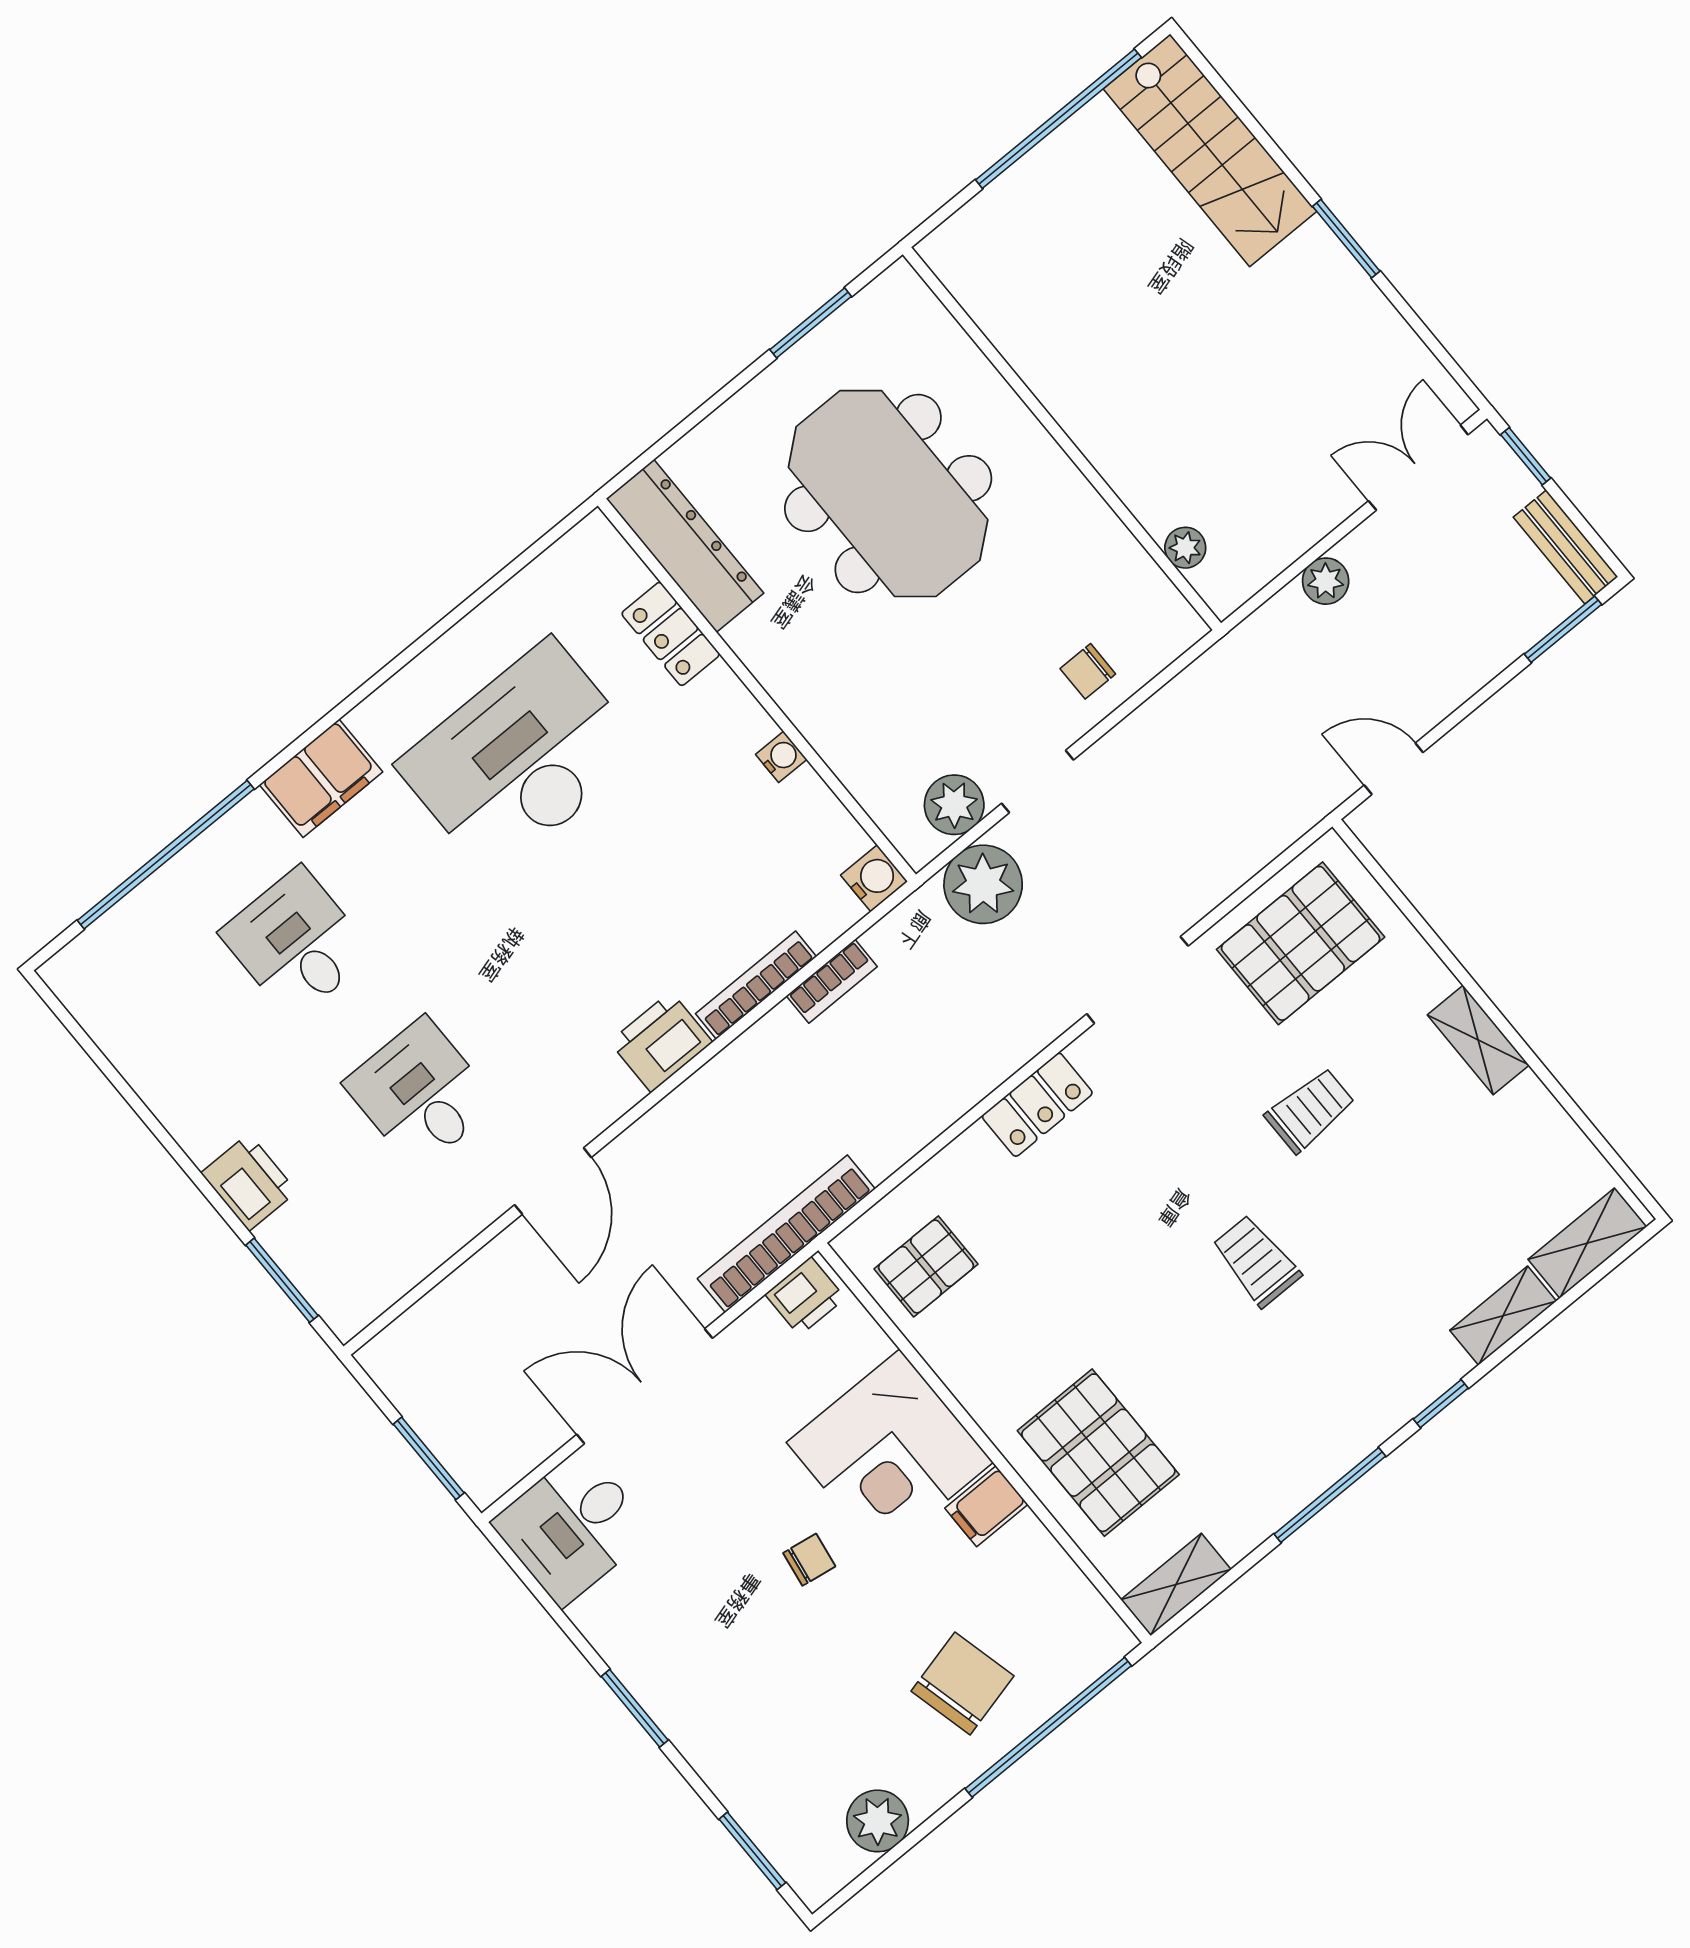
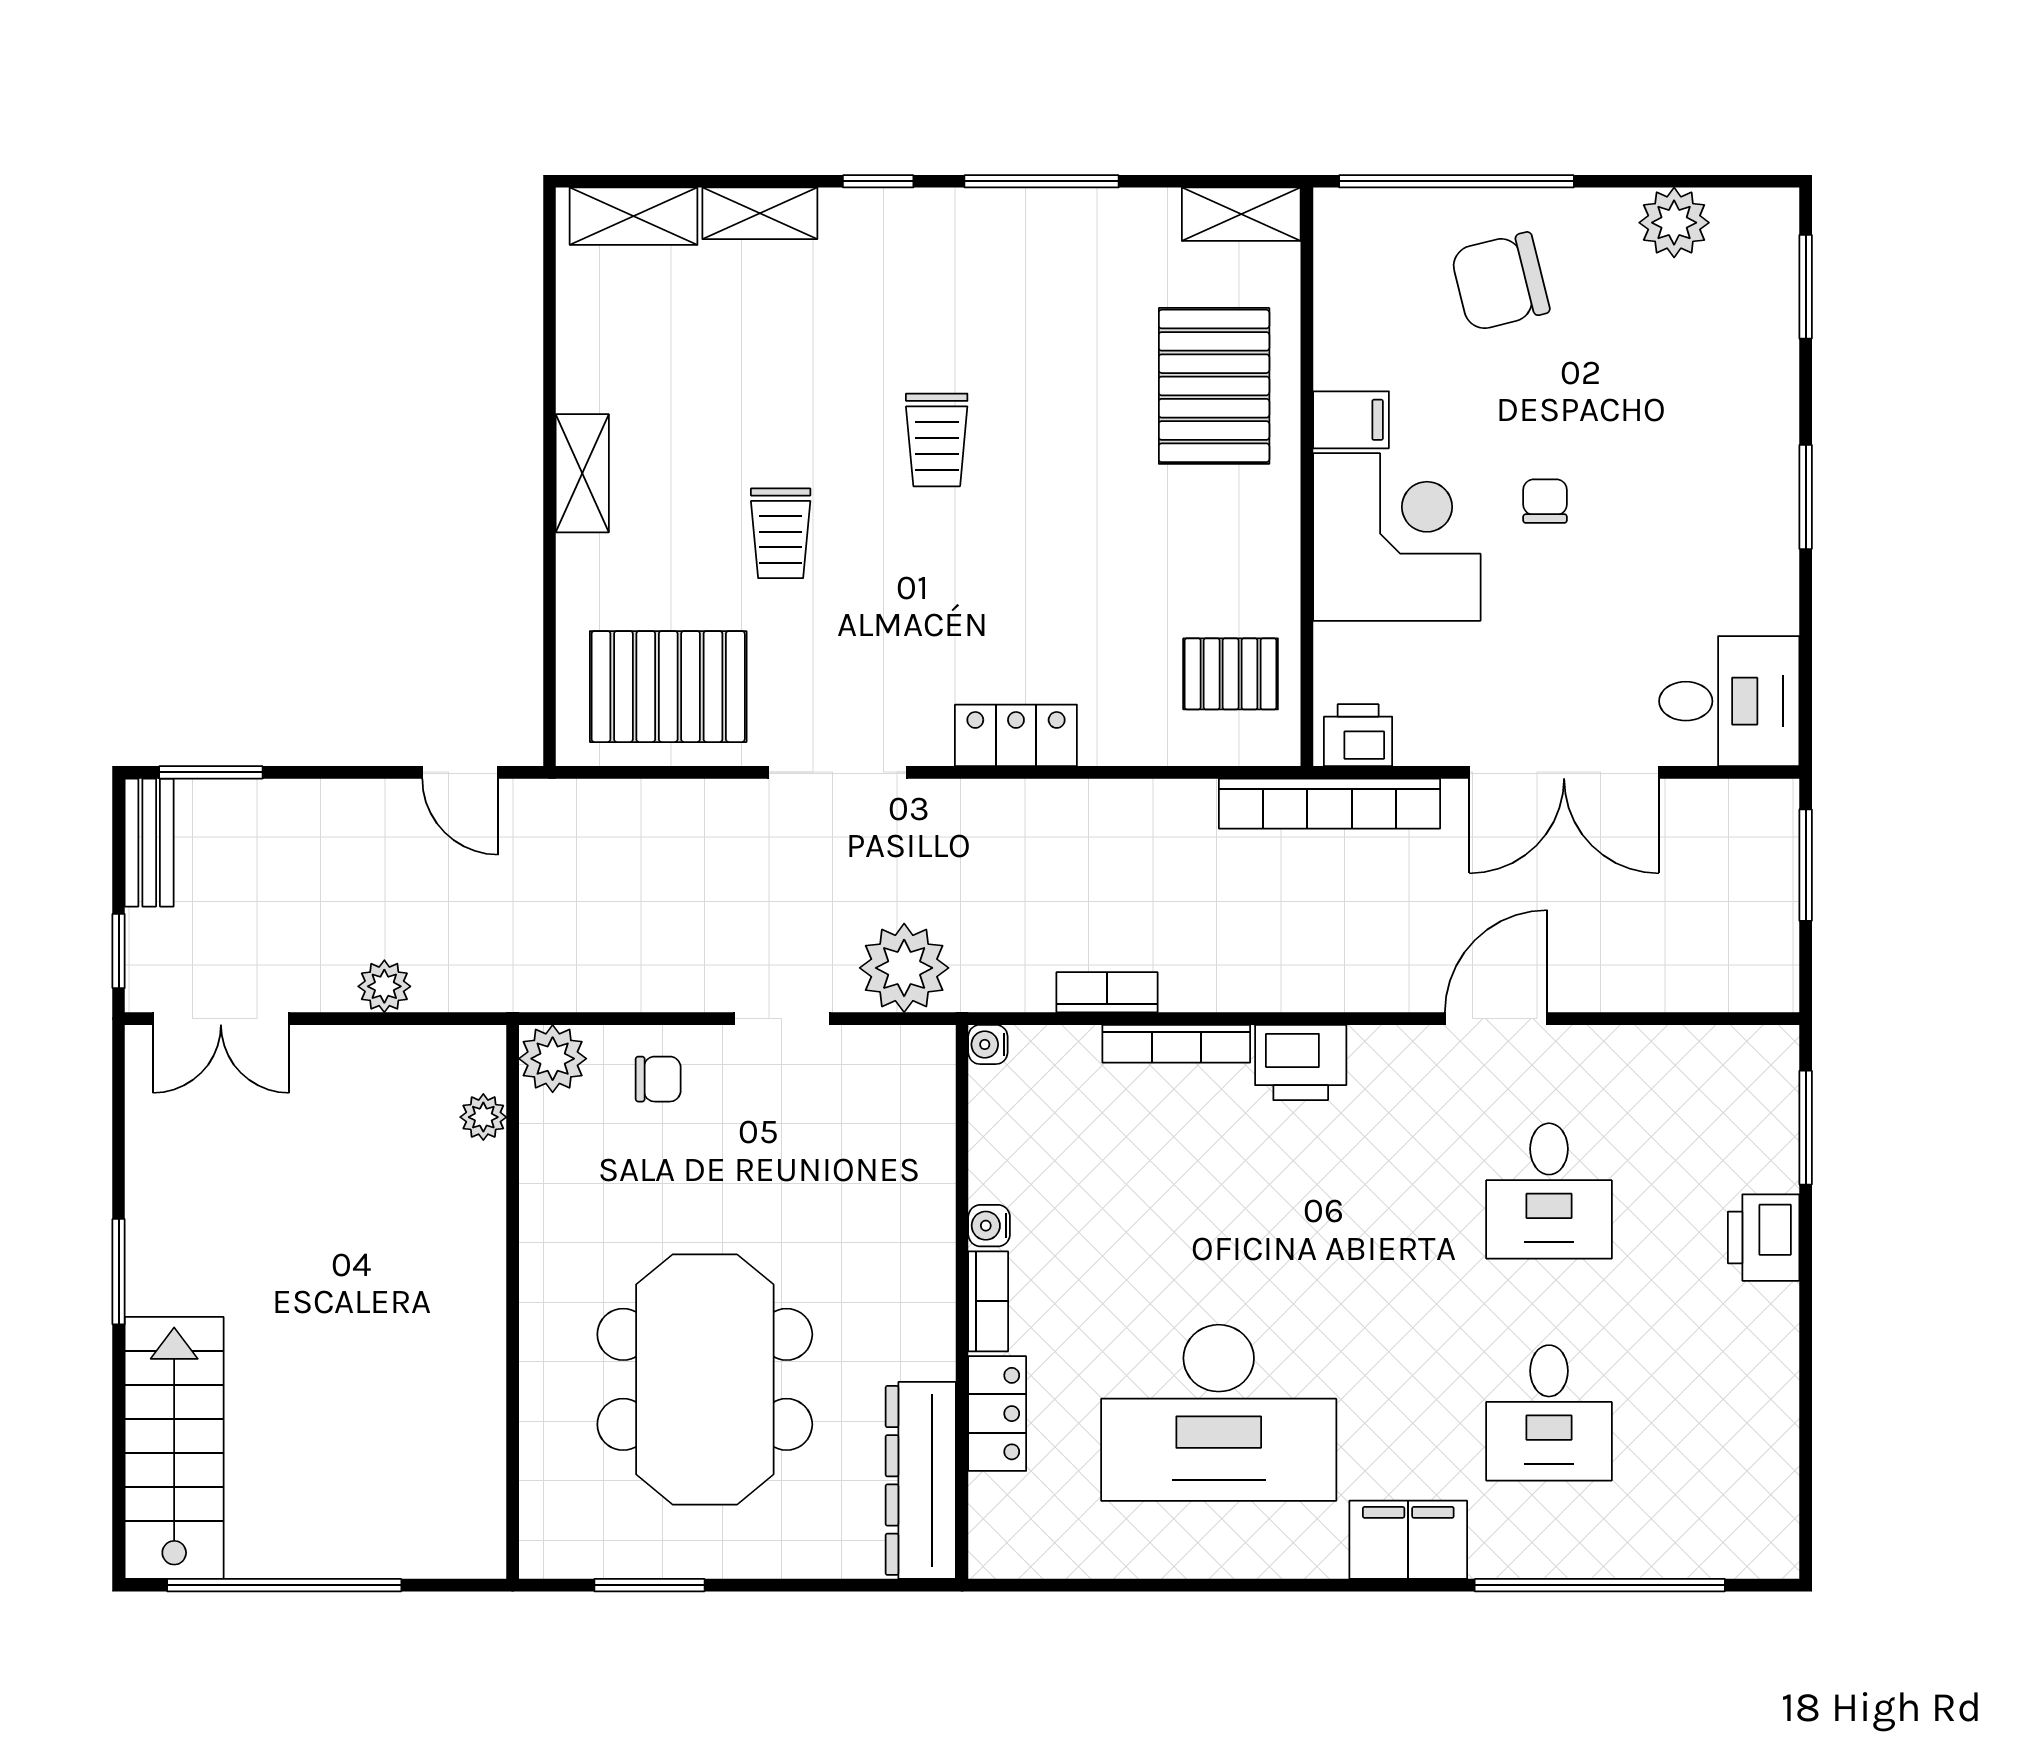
bookcase: (739, 705) -> (988, 1301), added
plant: (954, 805) -> (553, 1059), moved
water cooler: (874, 878) -> (988, 1044), width x0.72, depth x0.72
trolley: (1310, 1110) -> (781, 533), turned -90
chair: (809, 1560) -> (1545, 501), turned 81

